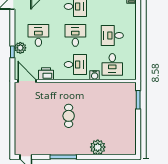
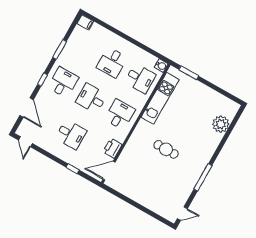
desk: (38, 35) -> (71, 134), turned 180
plant: (20, 48) -> (73, 159), removed
water cooler: (95, 75) -> (161, 66), moved
kitchen unit: (106, 89) -> (160, 98), added
plant: (98, 147) -> (221, 124), moved

